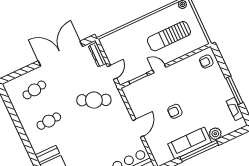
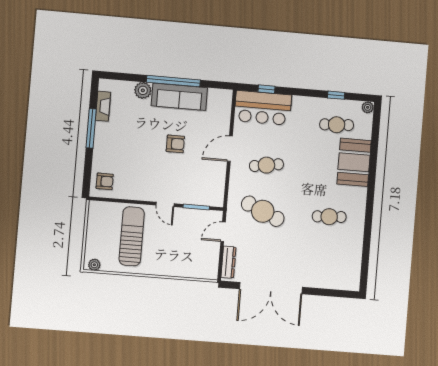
sun lounger: (169, 36) -> (132, 236), turned -90
cafe table: (34, 90) -> (266, 165), moved

